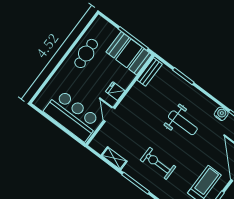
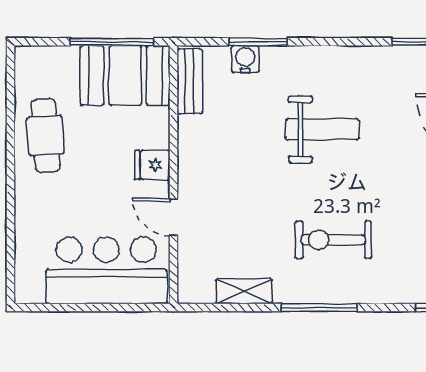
water cooler: (221, 114) -> (245, 59), moved

